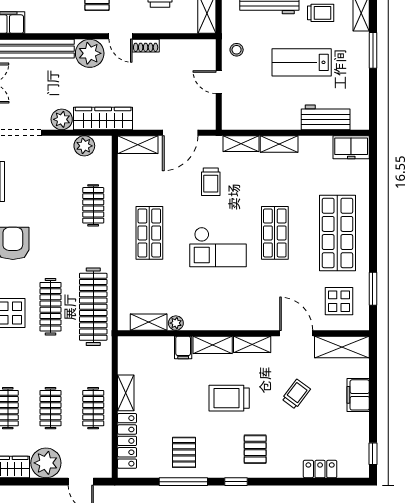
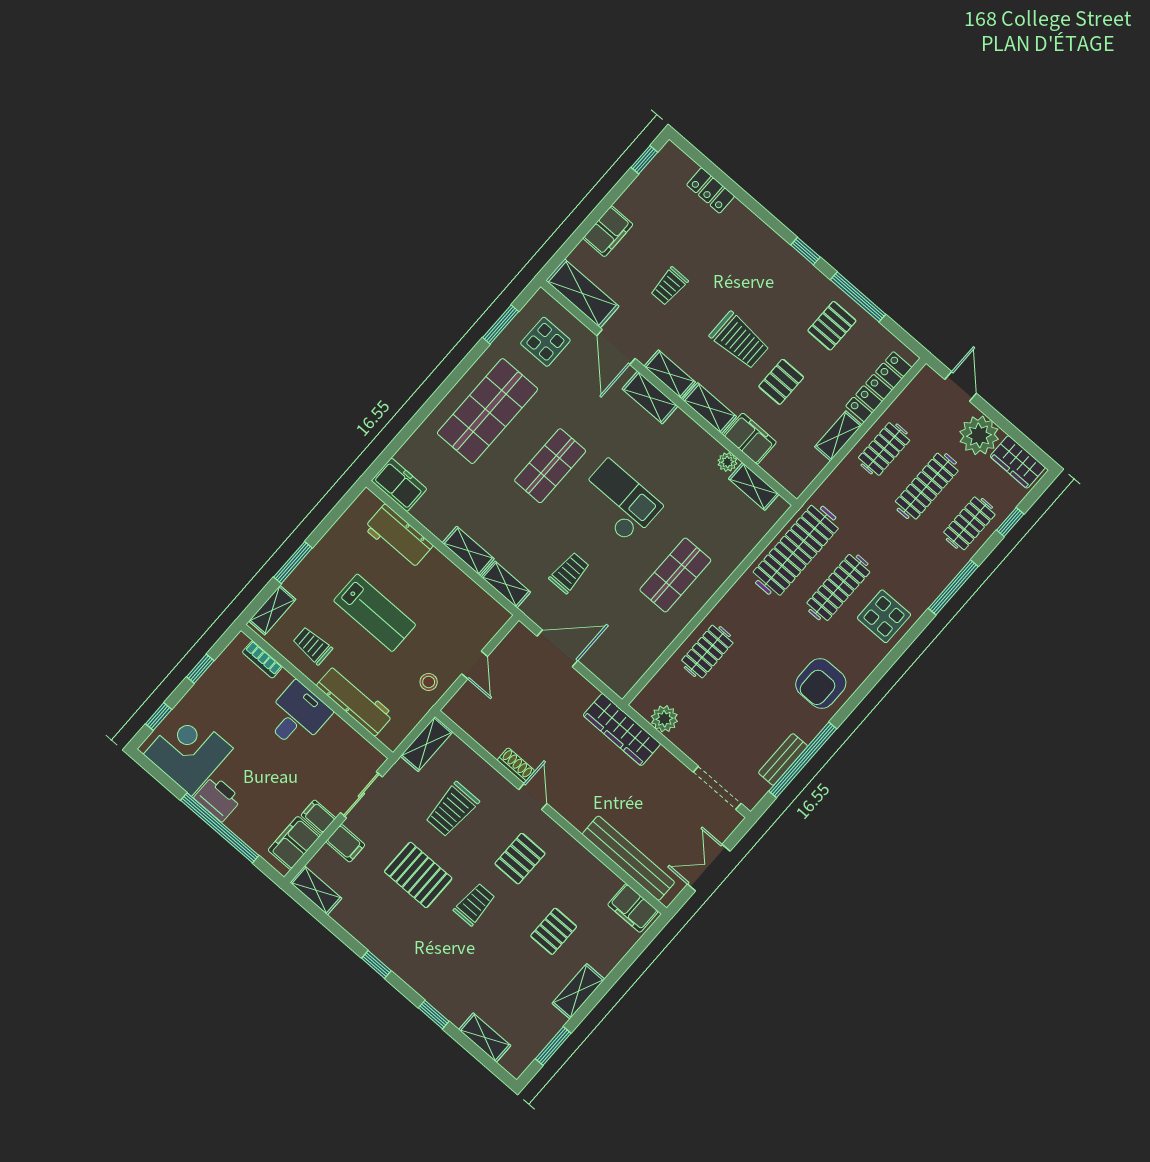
plant: (90, 53) -> (578, 806), removed
plant: (62, 119) -> (664, 765), removed
shelving: (138, 145) -> (650, 397), moved
filing cabinet: (183, 347) -> (750, 439), width x2.00
trolley: (296, 394) -> (669, 286), turned -37
clothes rail: (50, 408) -> (927, 486), width x1.36
pallet: (255, 449) -> (781, 382), moved

